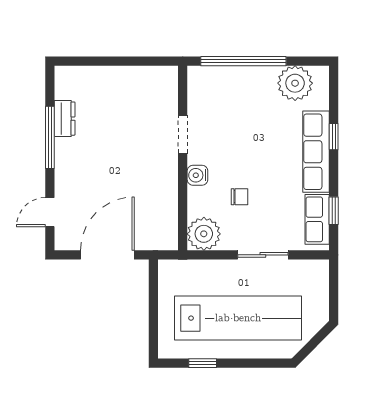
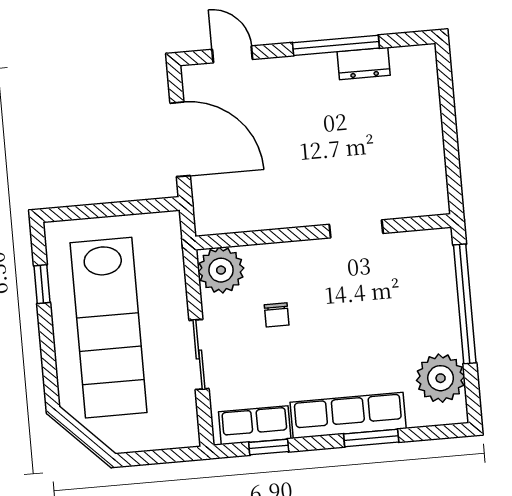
window: (334, 137) -> (371, 438), width x1.50
water cooler: (197, 175) -> (301, 254), removed

